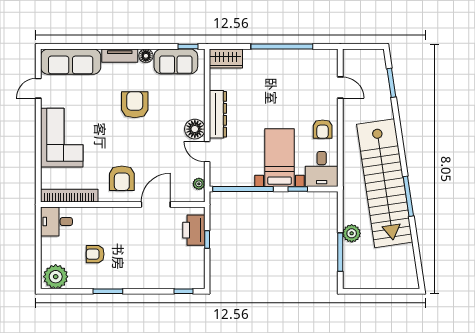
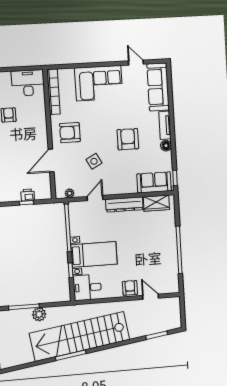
wardrobe: (226, 58) -> (156, 203), moved, turned -90
sofa: (176, 61) -> (154, 182), moved, turned 90
door: (340, 88) -> (151, 297), swing flipped
armchair: (135, 105) -> (128, 139), turned -90
floor lamp: (195, 129) -> (112, 187), removed
armchair: (323, 129) -> (130, 288), moved, turned 90
side table: (160, 150) -> (94, 161), added
door: (156, 205) -> (51, 161), swing flipped
desk: (56, 222) -> (28, 83), width x1.37
printer: (194, 230) -> (28, 195), width x0.53, depth x0.68

